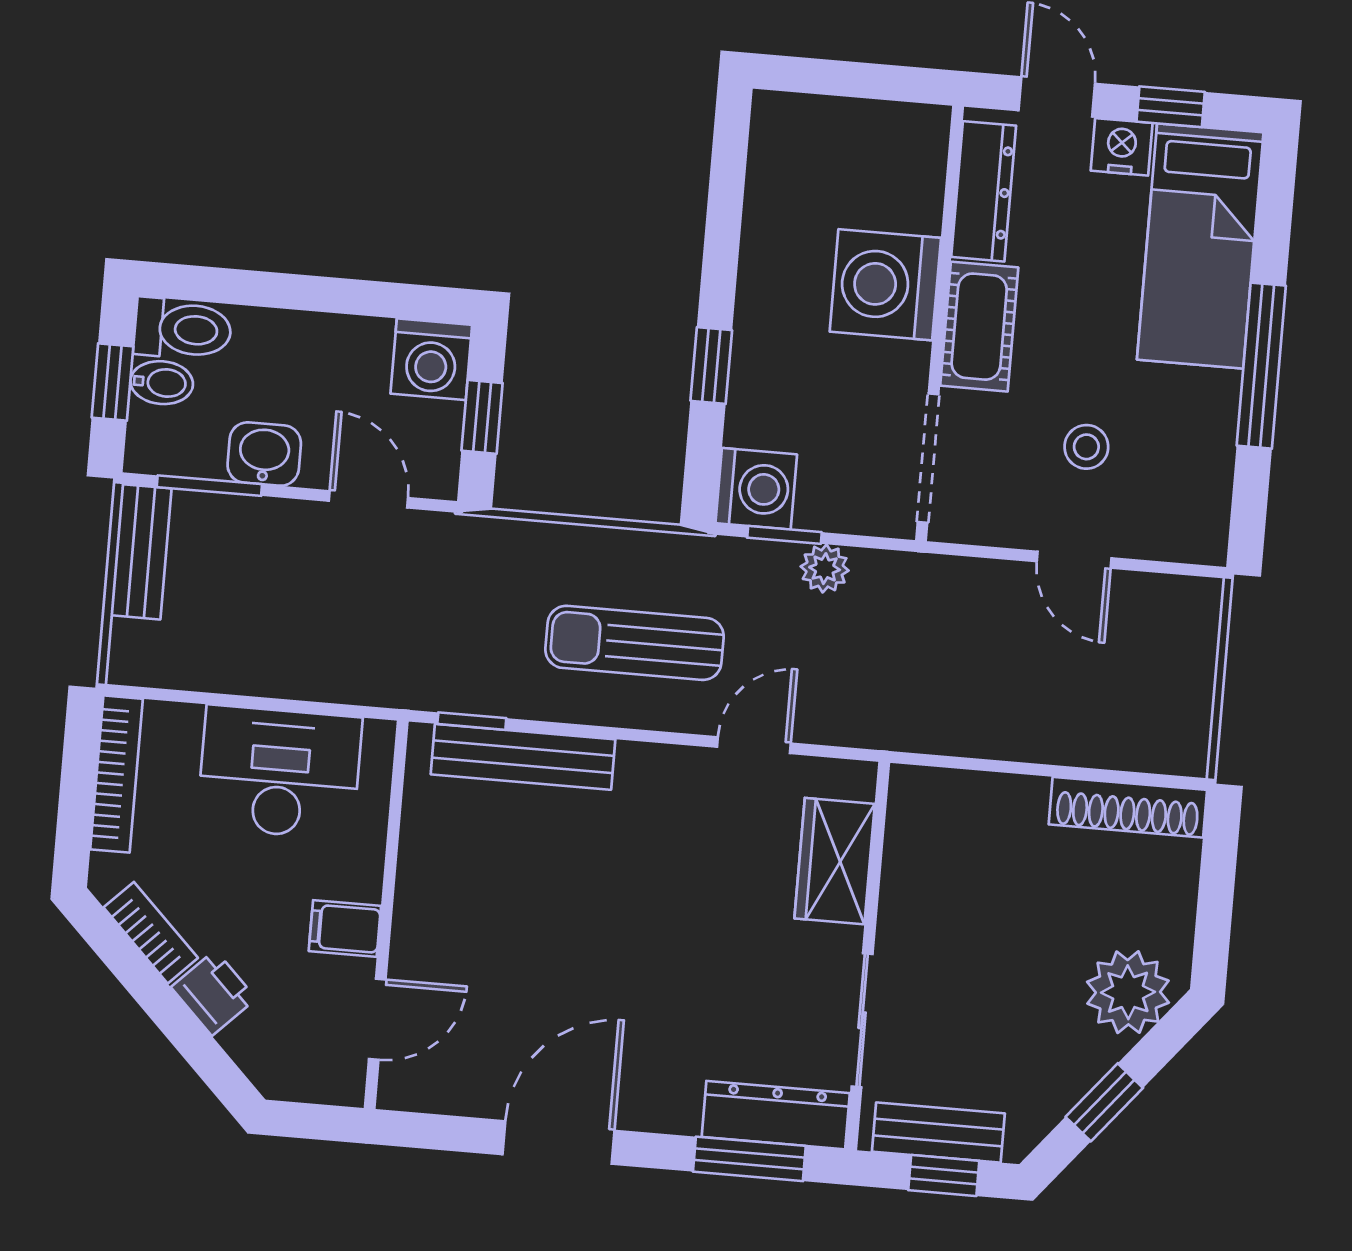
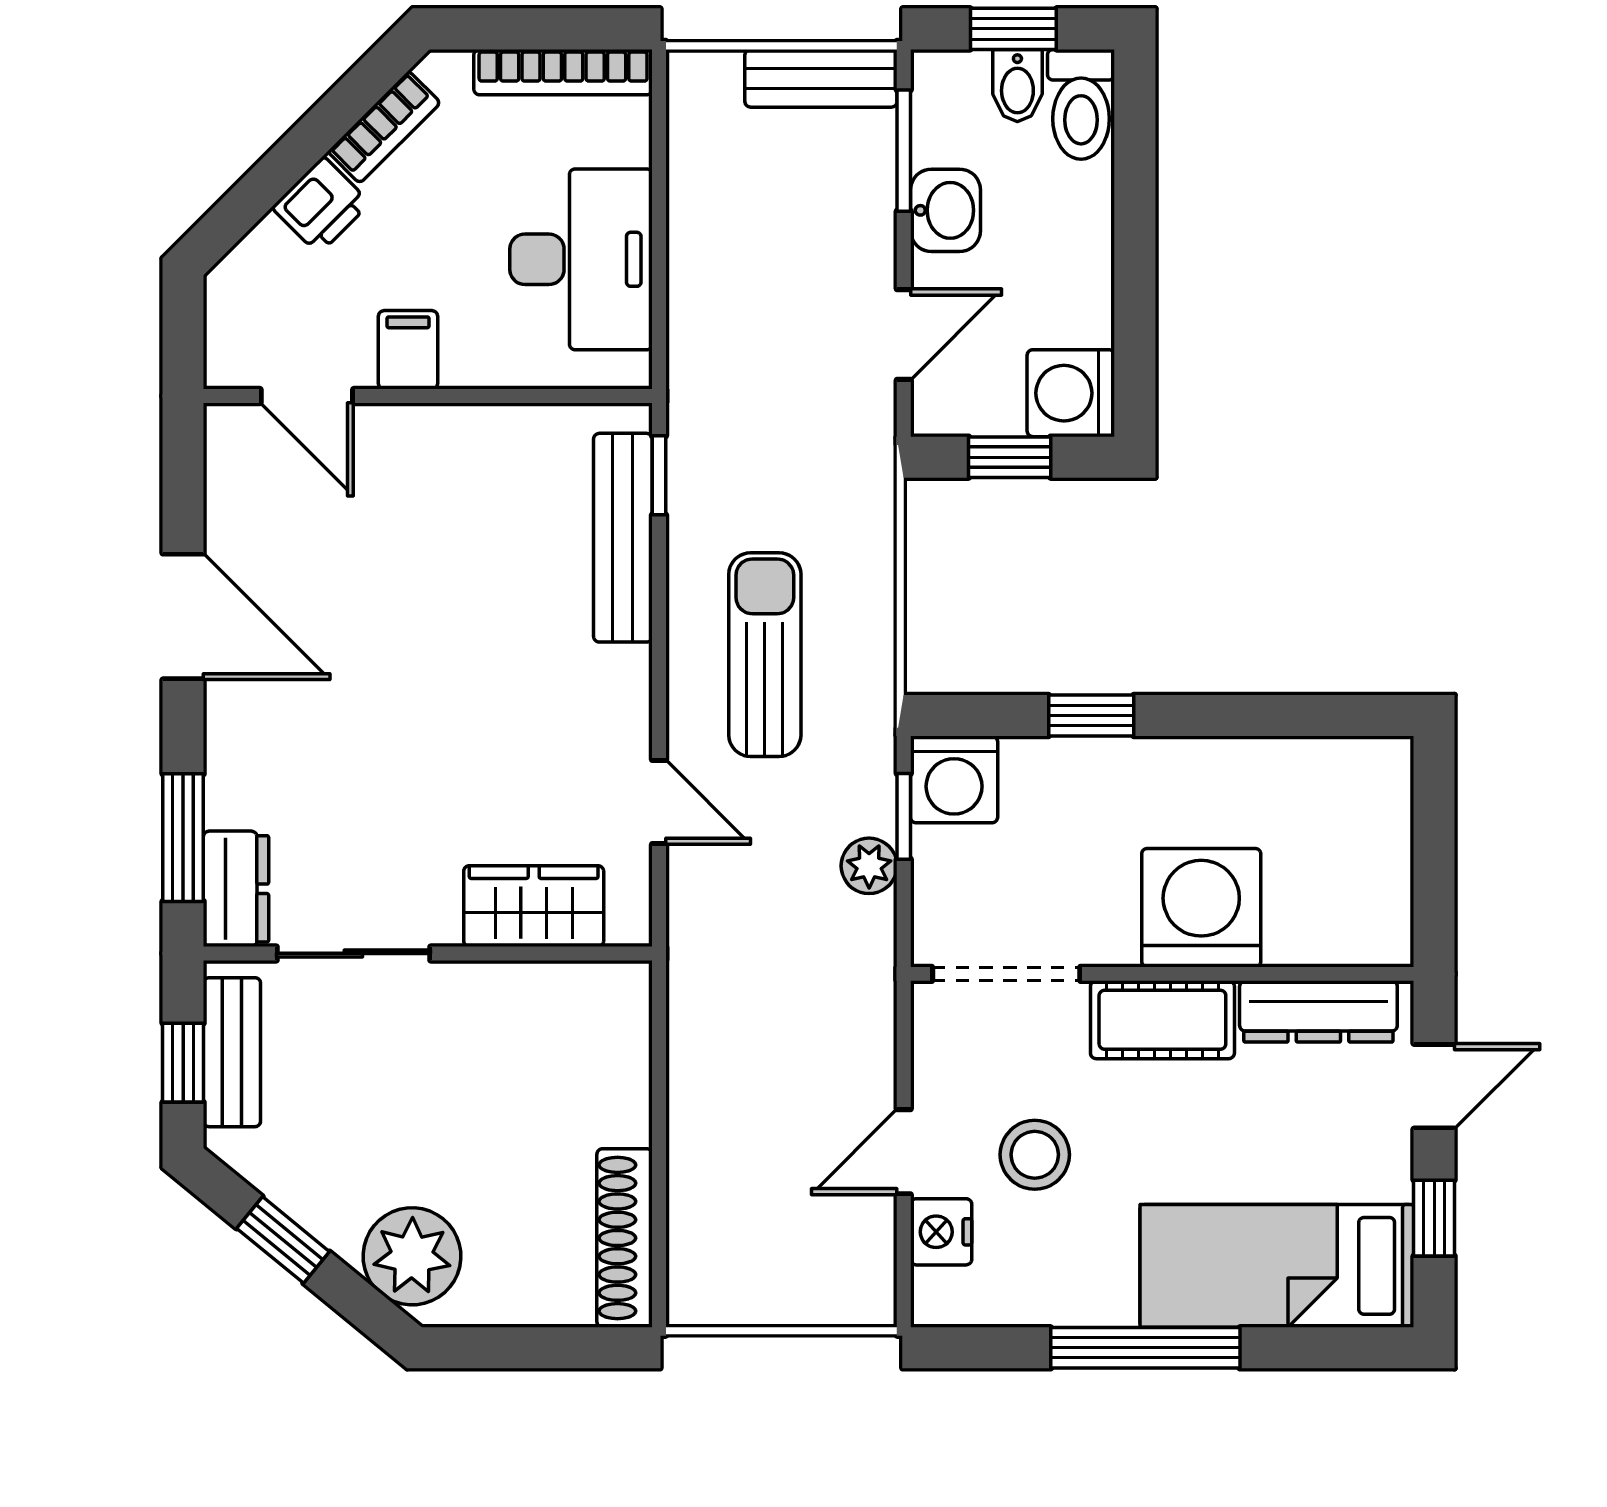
nightstand: (1122, 147) -> (941, 1232), moved, turned 180
stool: (1086, 447) -> (1035, 1155), width x1.37, depth x1.37
dresser: (776, 1115) -> (236, 889), width x0.70

